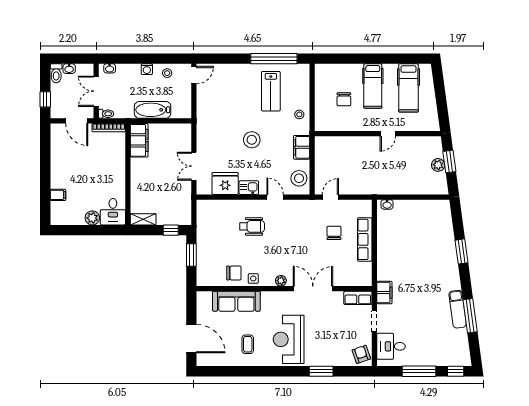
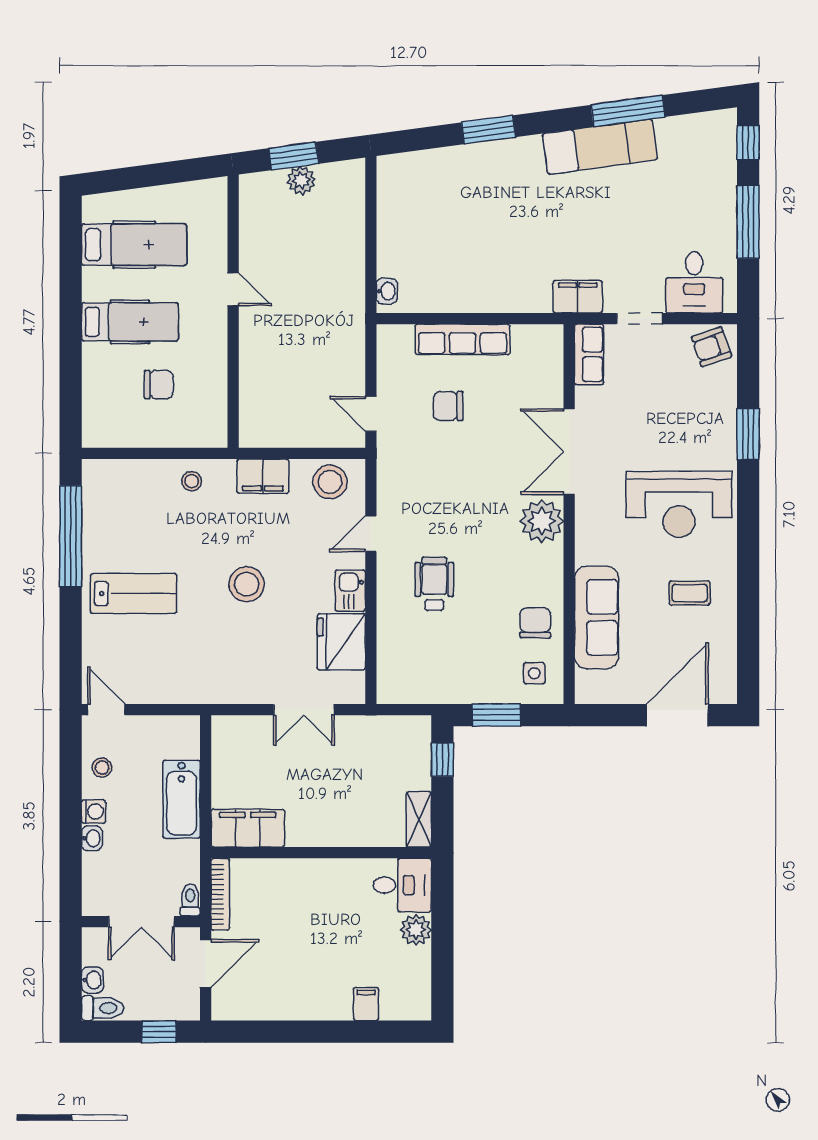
washbasin: (110, 68) -> (92, 838), moved
lab bench: (271, 91) -> (133, 594), moved
side table: (253, 278) -> (534, 673), moved
plant: (281, 281) -> (542, 521), width x1.87, depth x1.87
exam couch: (458, 309) -> (600, 147), width x1.36, depth x1.45

